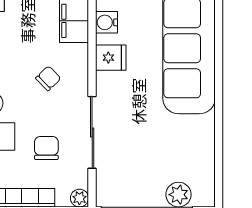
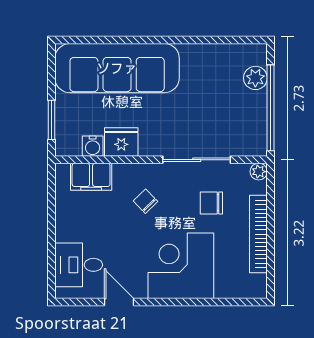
fridge: (111, 58) -> (121, 142), width x1.38

